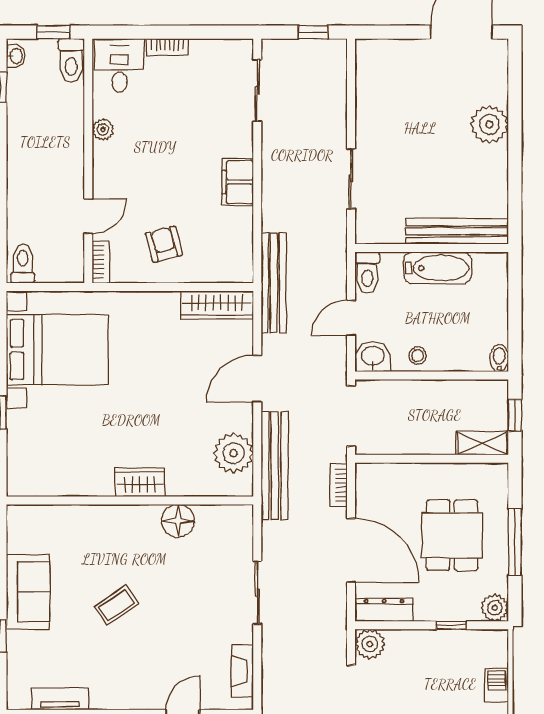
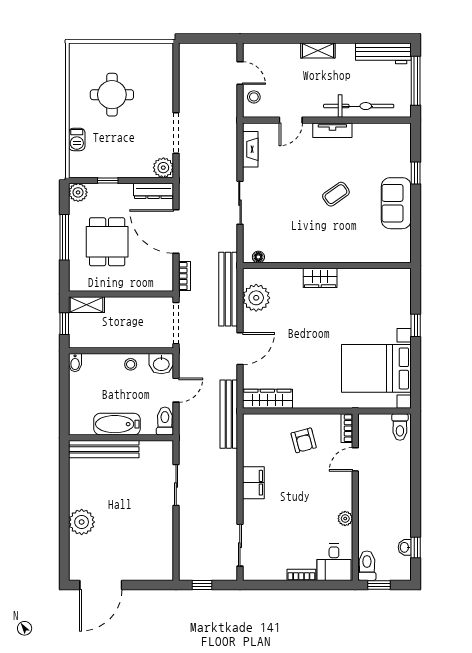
washbasin: (16, 56) -> (405, 547), moved
floor lamp: (178, 521) -> (258, 257), moved, width x0.53, depth x0.53
tv unit: (60, 699) -> (332, 130), moved

